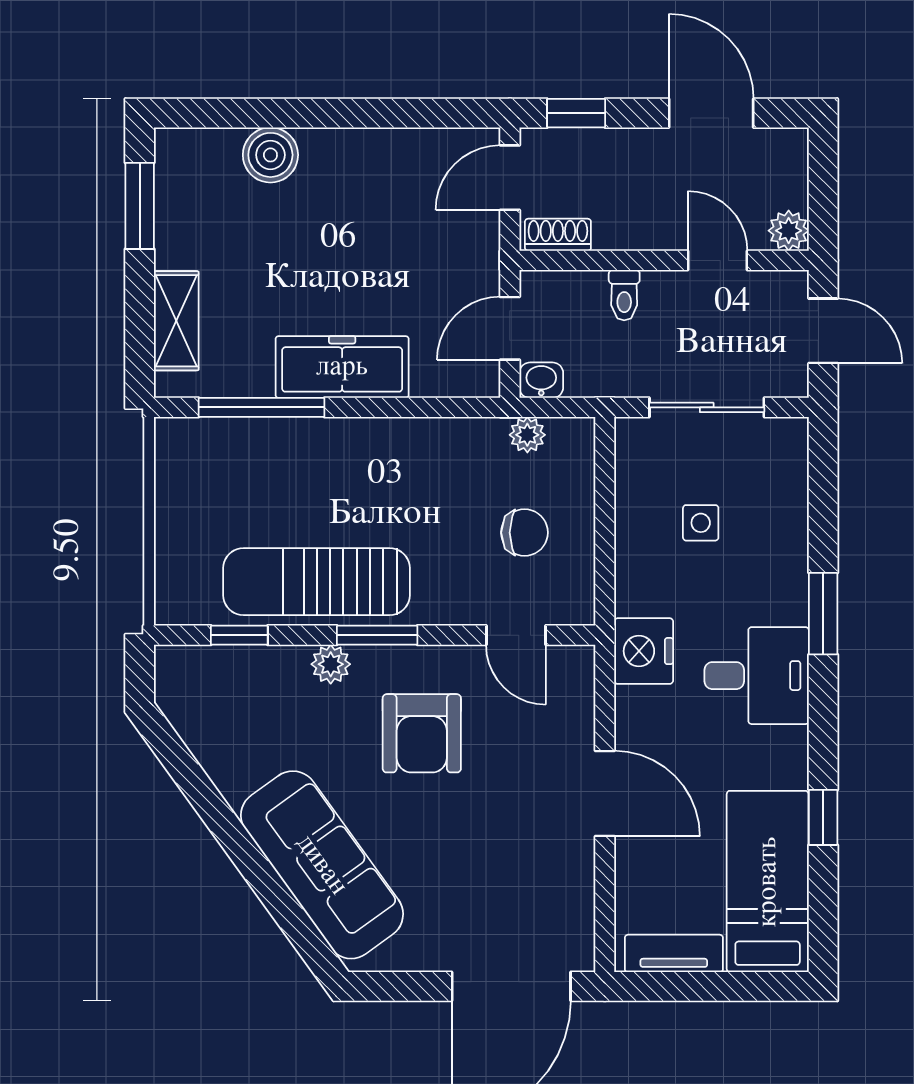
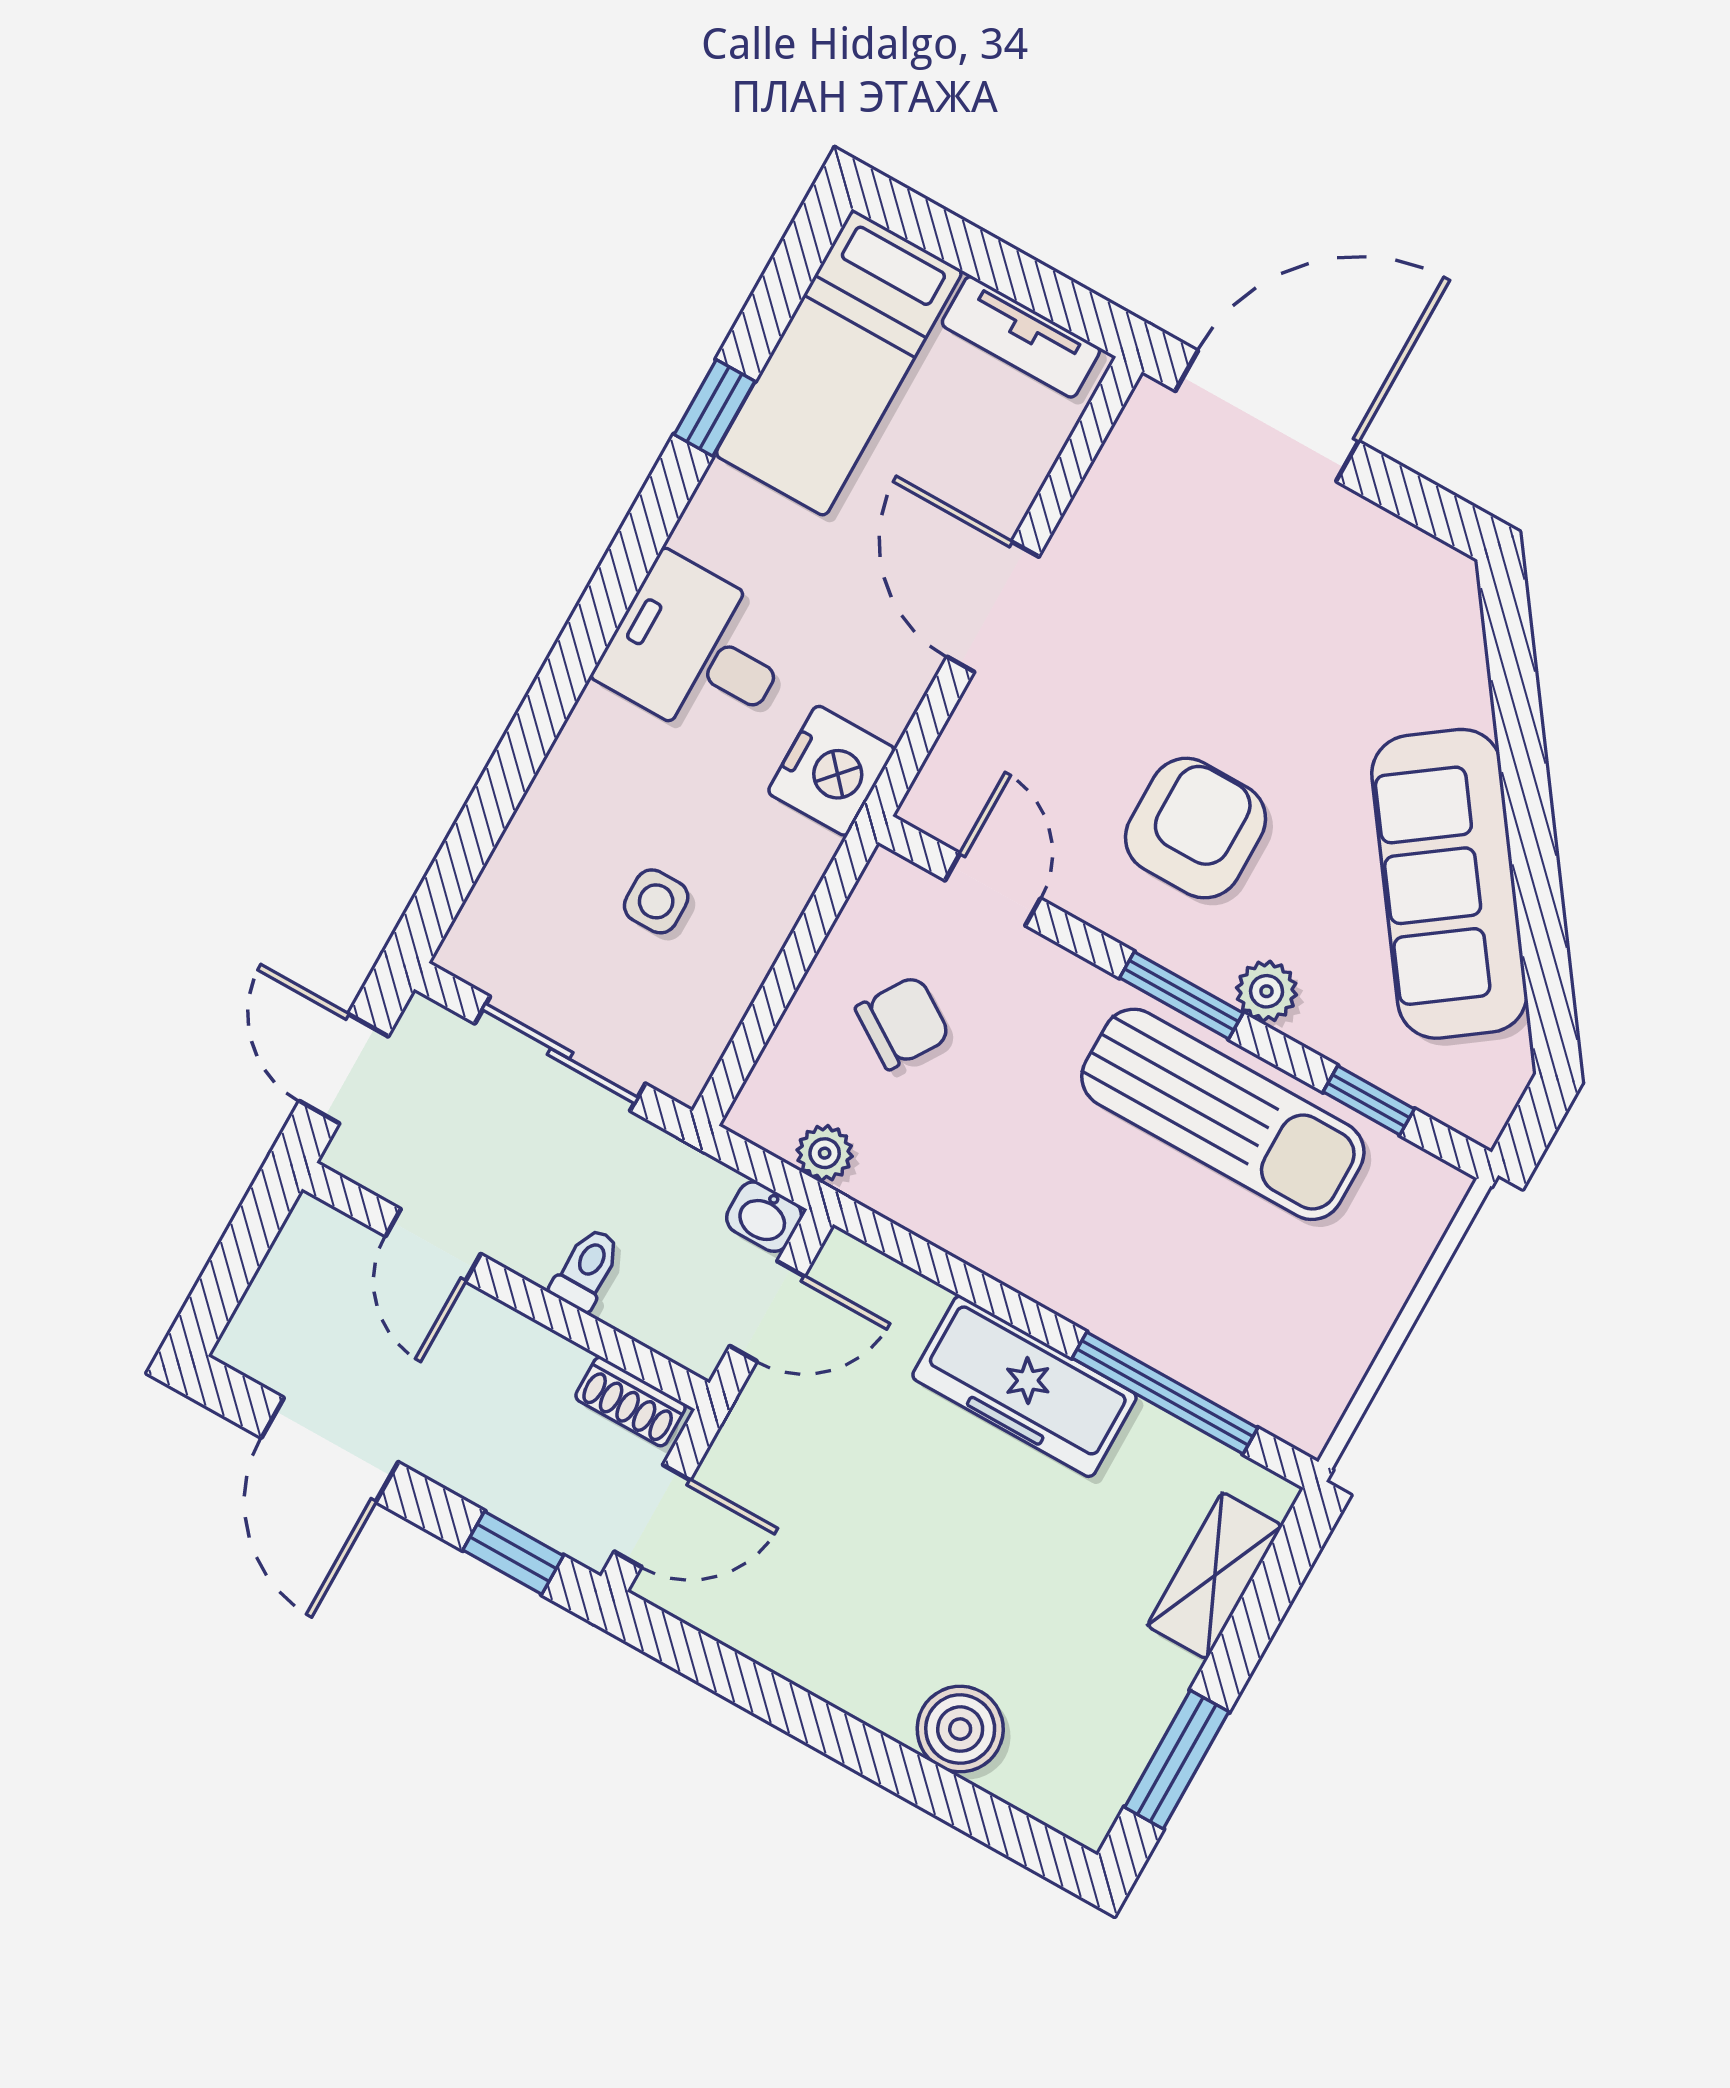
plant: (789, 231) -> (314, 1231), removed
chair: (525, 533) -> (903, 1022), turned 123
window: (823, 614) -> (559, 685), removed
sofa: (322, 865) -> (1449, 884), moved

